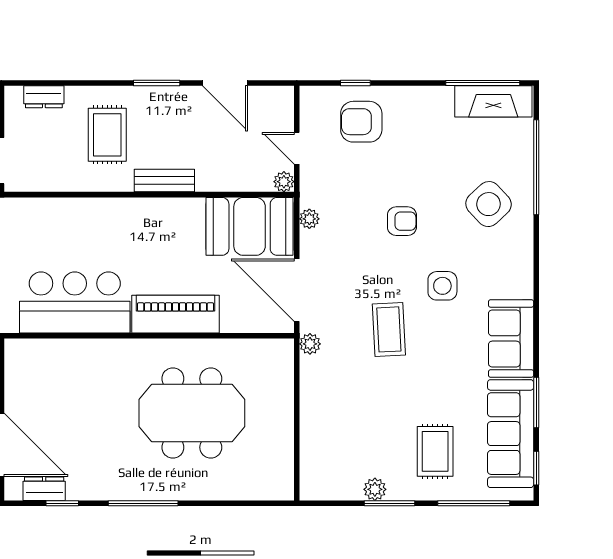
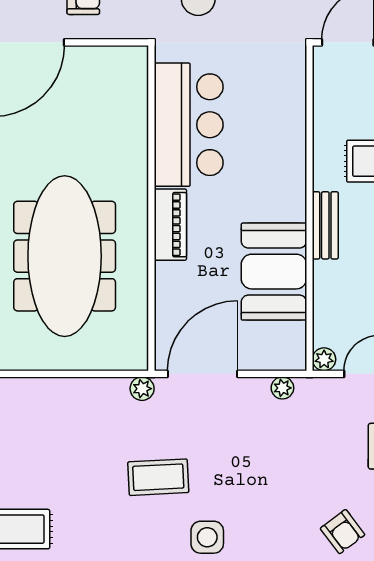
armchair: (402, 221) -> (343, 532), moved, turned -37
booth: (250, 226) -> (274, 272), moved
piano: (176, 314) -> (170, 225), width x0.73, depth x0.75
meeting table: (192, 413) -> (65, 256), width x1.36

